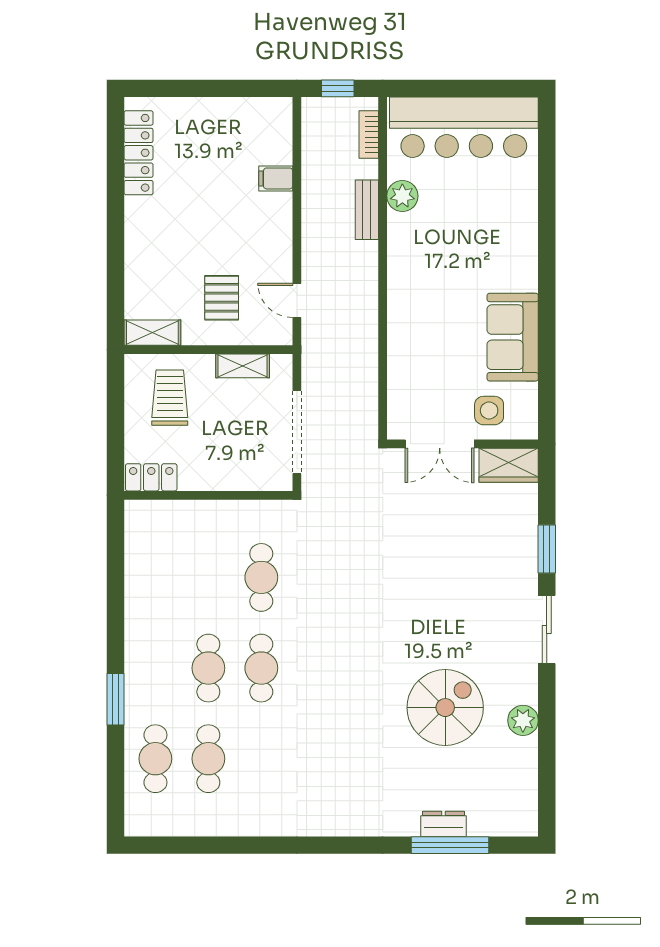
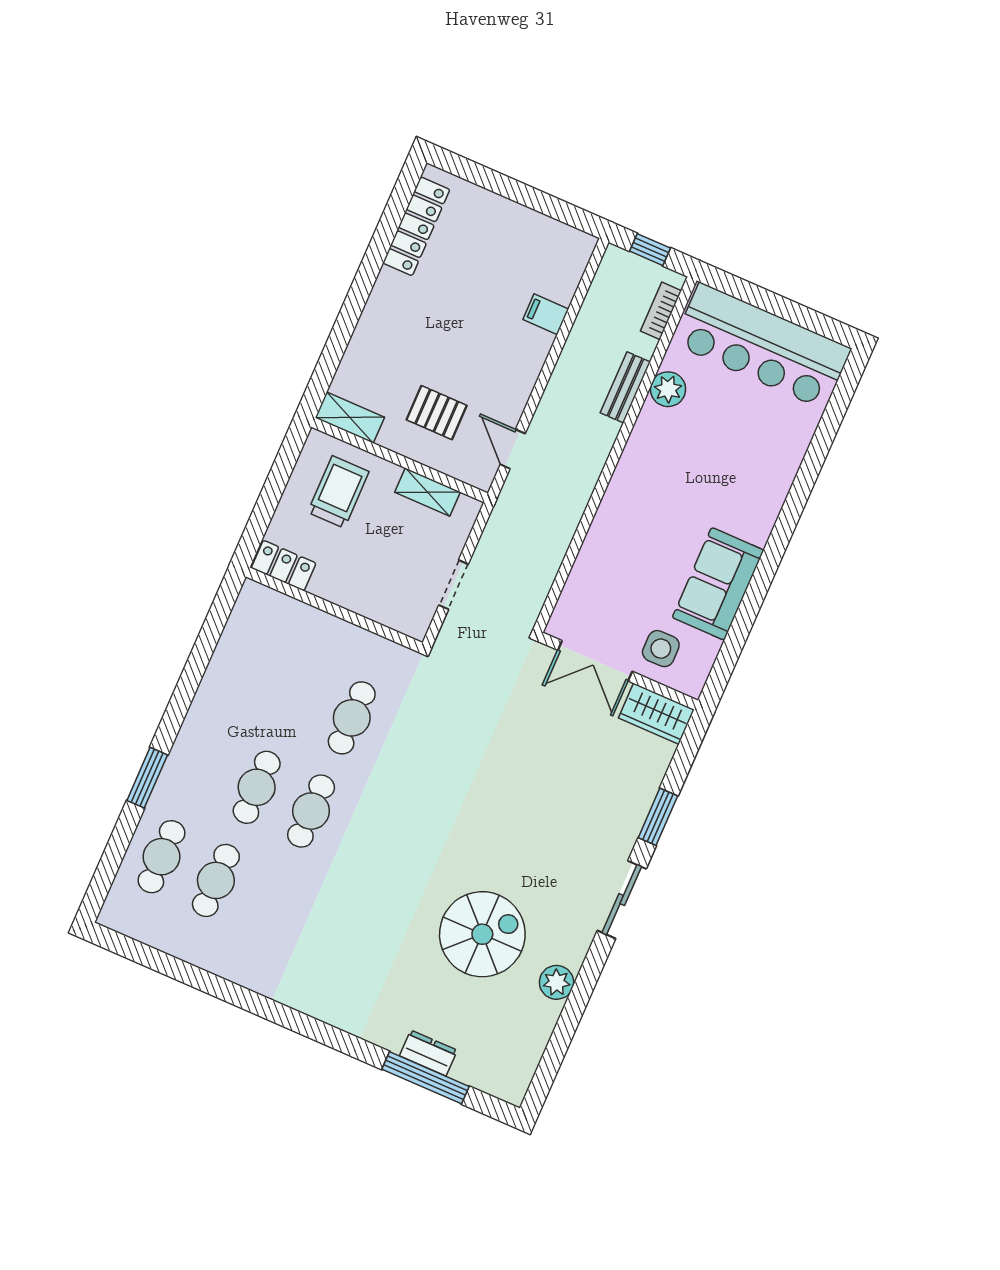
pallet: (222, 298) -> (437, 413), turned 90
doorway: (297, 432) -> (453, 585), width x0.53

